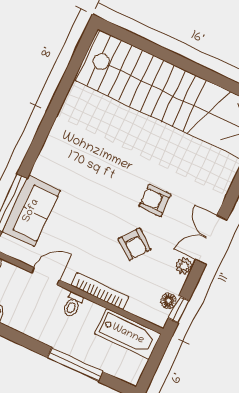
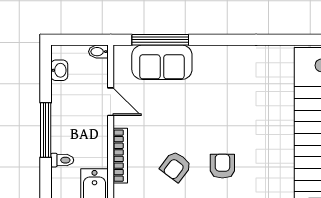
toilet: (73, 305) -> (62, 160), moved, turned 180
window: (75, 364) -> (46, 130), moved

